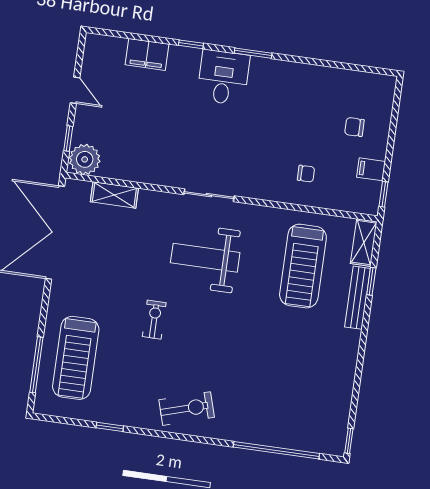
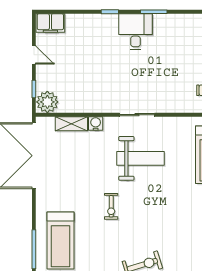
filing cabinet: (147, 54) -> (50, 23), moved
water cooler: (149, 199) -> (96, 123), added
weight bench: (205, 258) -> (141, 158), turned 180
exercise bike: (154, 320) -> (111, 206), turned 180

